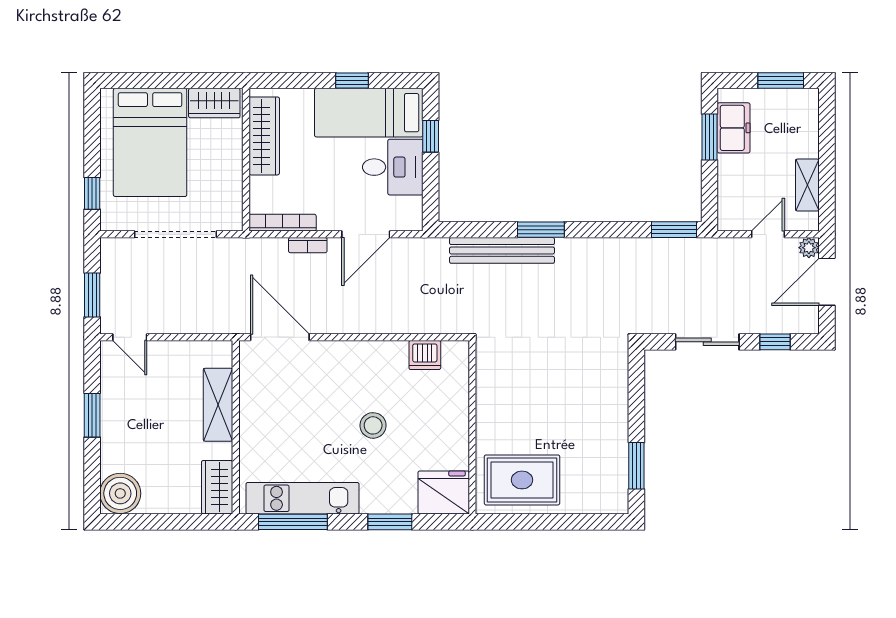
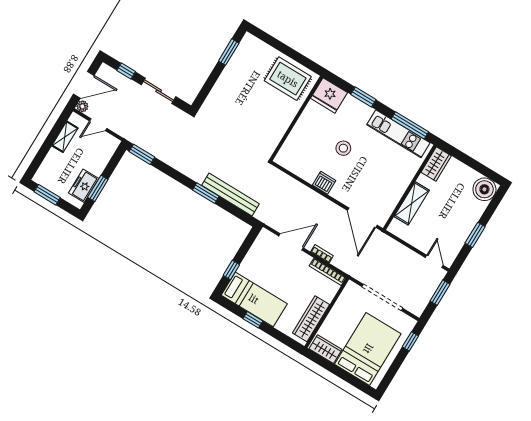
desk: (393, 167) -> (259, 266), removed
dishwasher: (425, 355) -> (324, 183), moved

